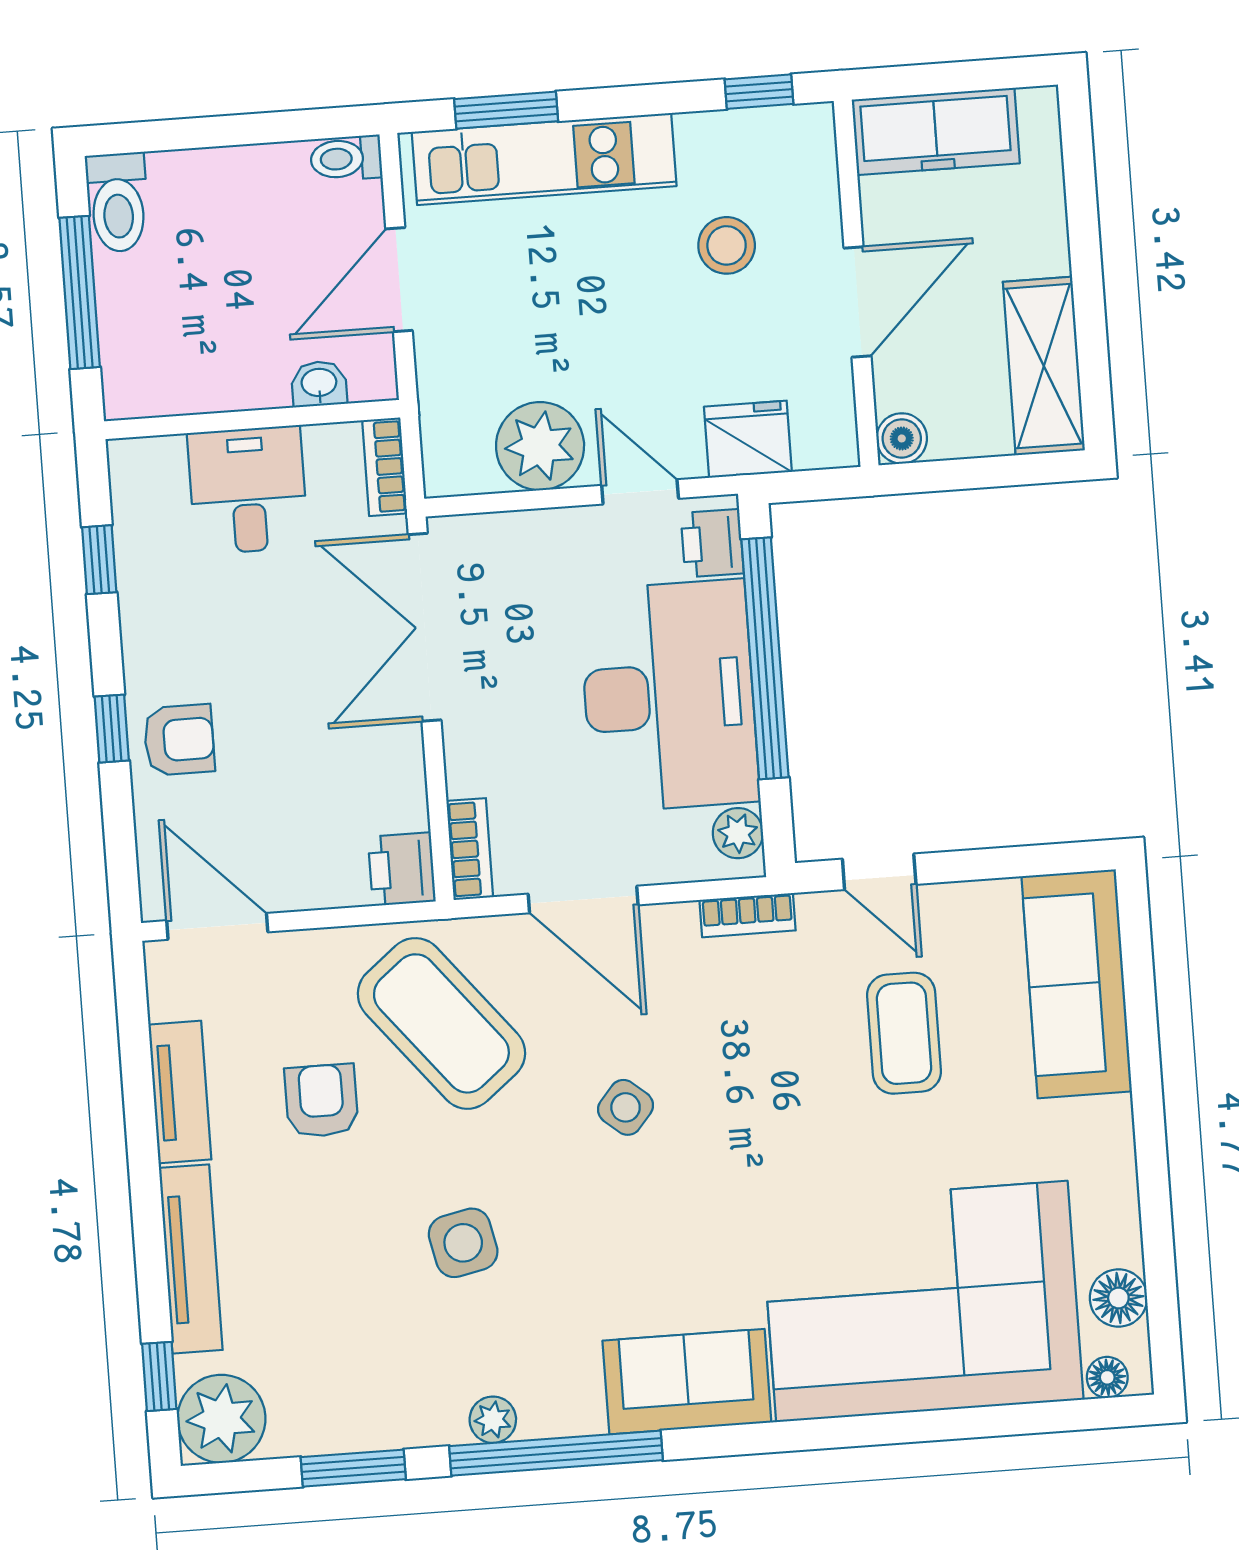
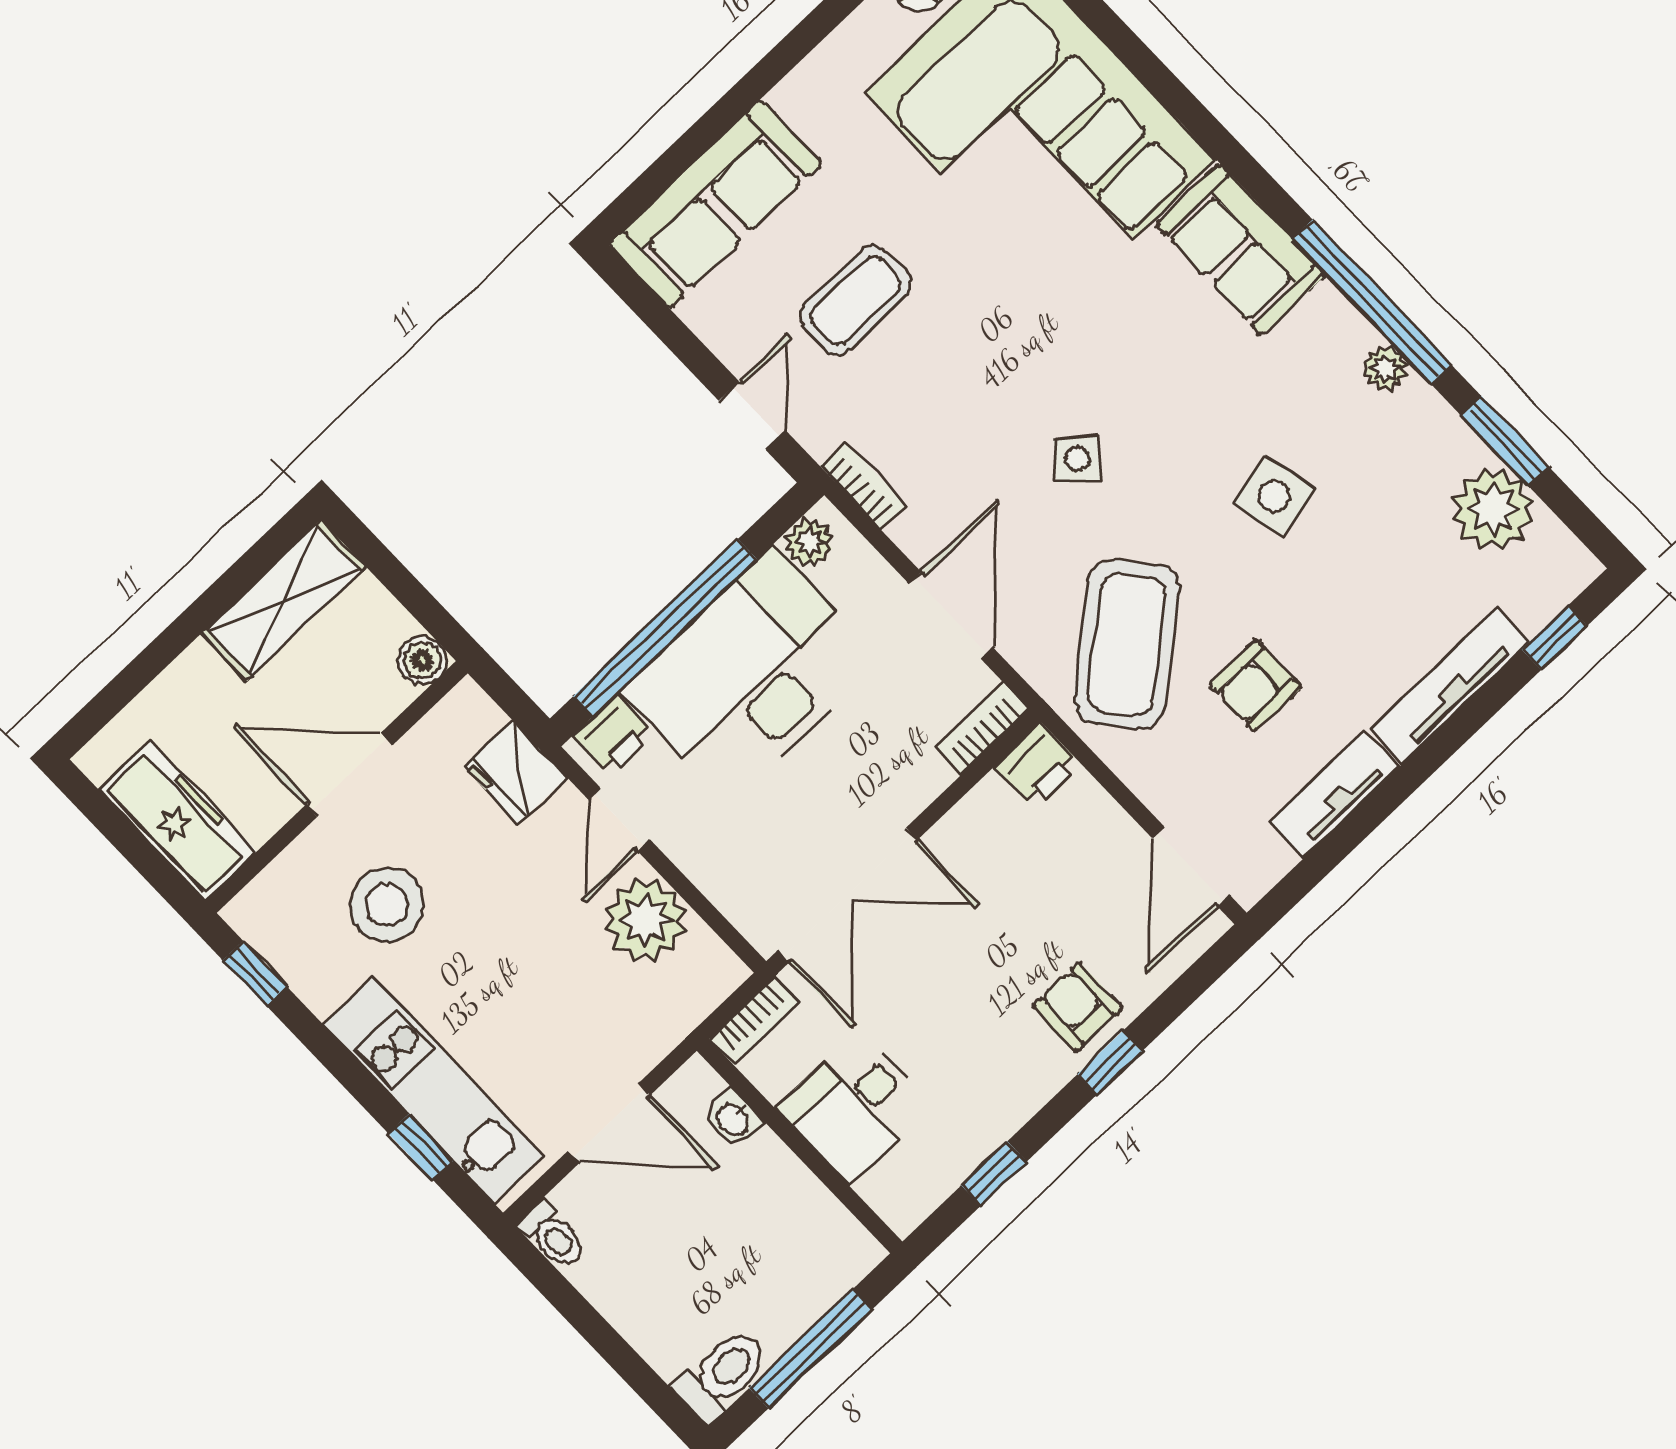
window: (506, 110) -> (421, 1147), width x0.67
stool: (727, 245) -> (387, 904), width x1.38, depth x1.38
plant: (221, 1419) -> (1493, 509), moved

